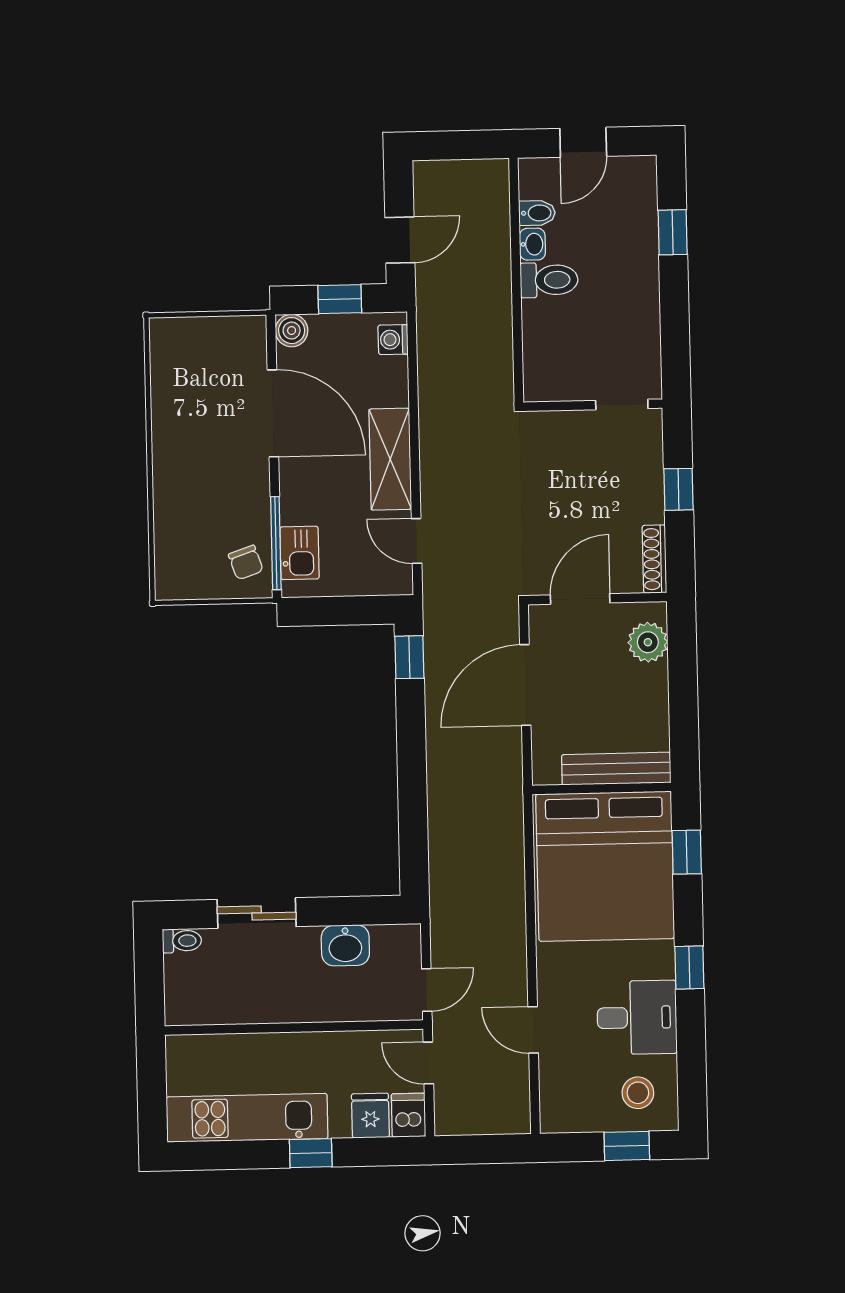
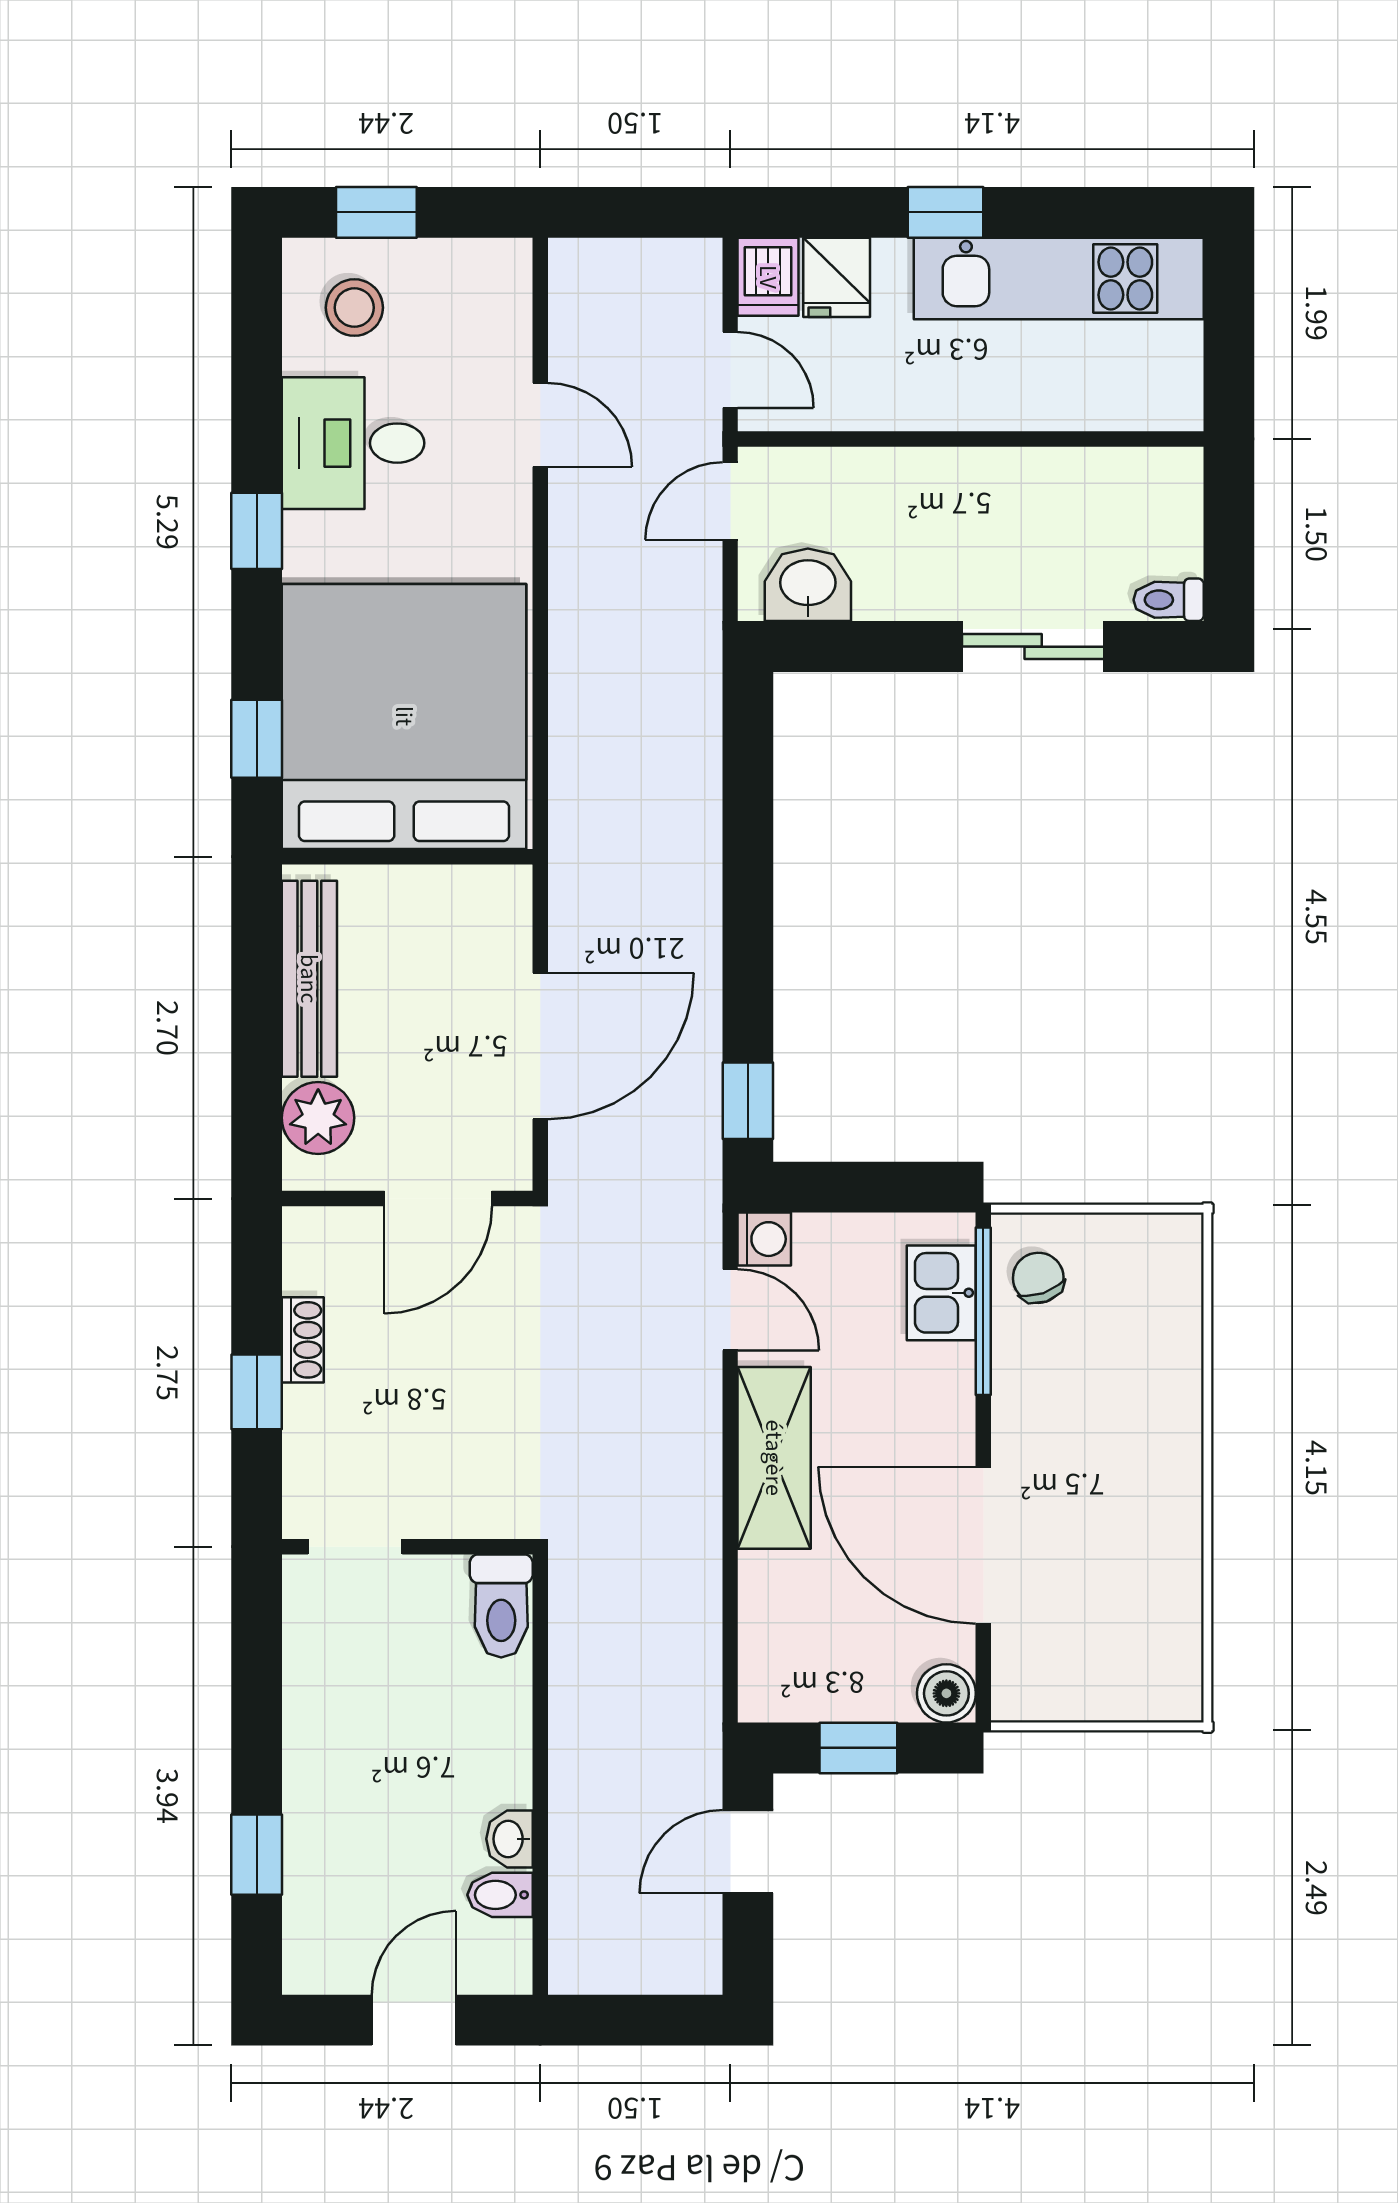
toilet: (549, 280) -> (501, 1606), moved, turned -90
washing machine: (393, 340) -> (764, 1239), moved
shoe rack: (654, 559) -> (303, 1340), moved, width x0.70
bench: (616, 769) -> (309, 979), moved, turned 90
washbasin: (345, 945) -> (808, 585), moved

